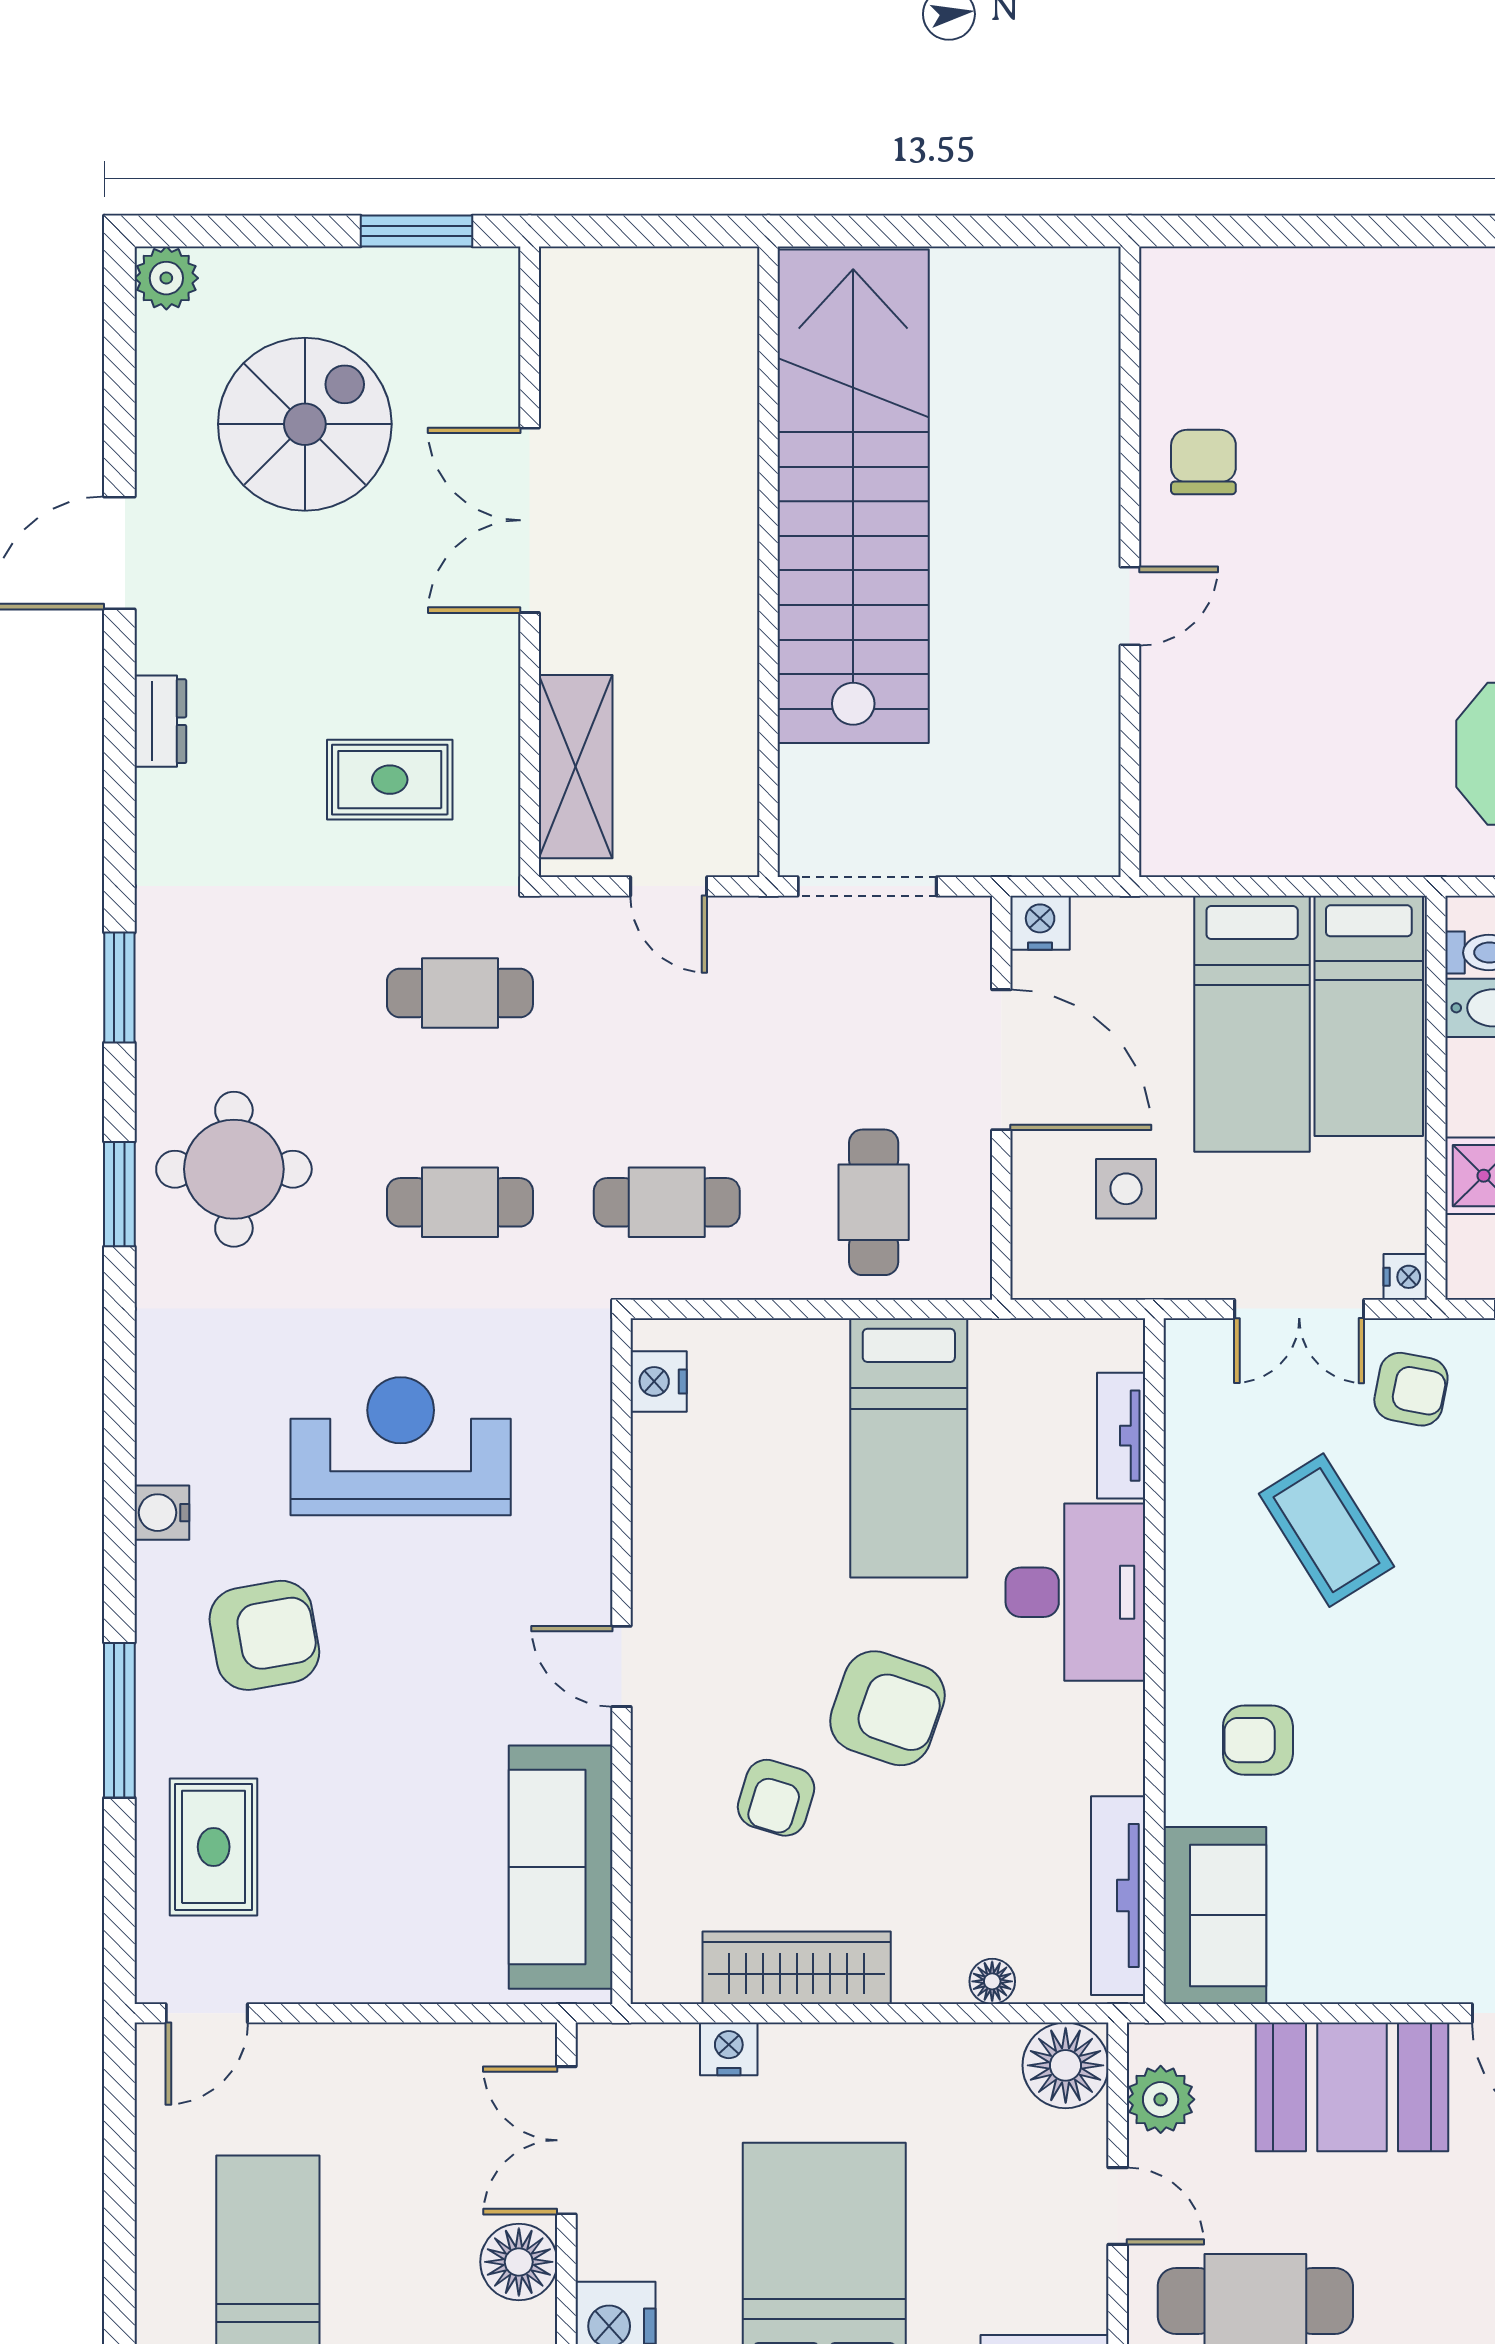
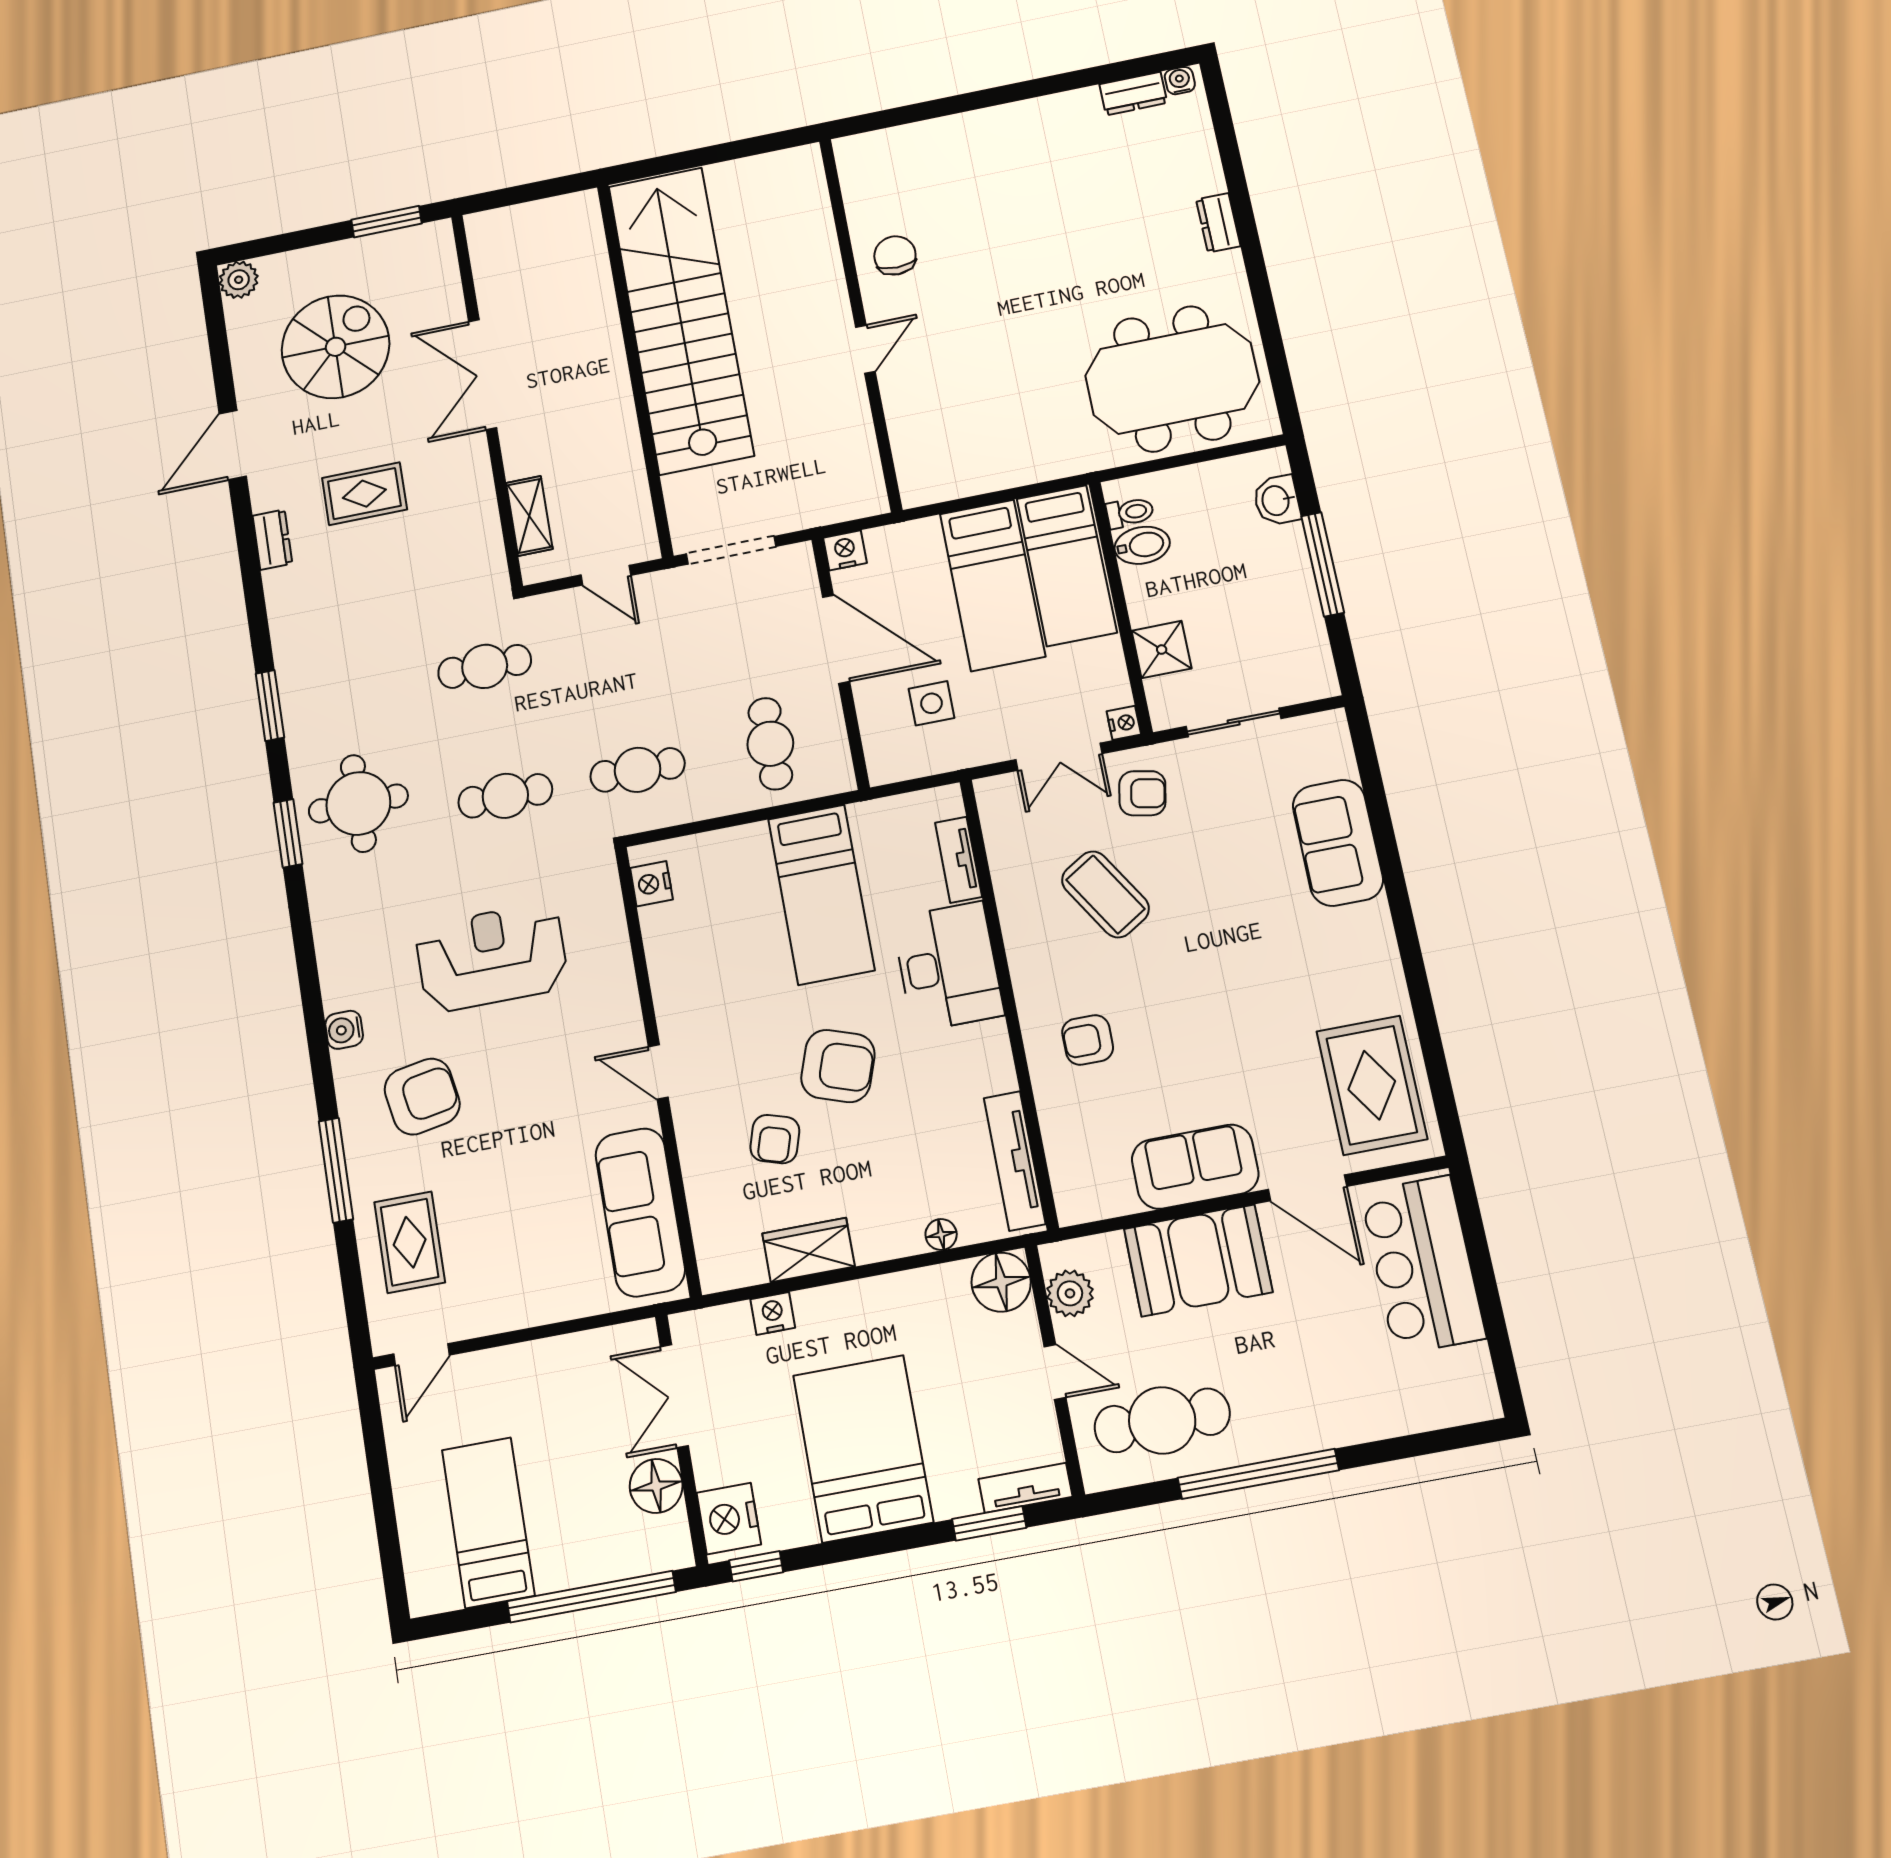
shelving: (576, 767) -> (529, 516), width x0.67, depth x0.75
rug: (390, 780) -> (364, 494), moved
sofa: (1215, 1915) -> (1195, 1167), moved, turned -90
wardrobe: (797, 1968) -> (808, 1250), width x0.67

